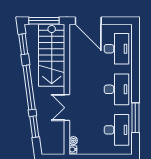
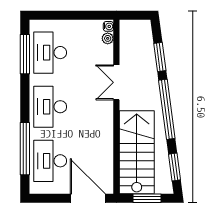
window: (44, 21) -> (147, 198), width x0.69
window: (135, 58) -> (25, 149), added
double door: (67, 108) -> (116, 82), swing flipped
window: (135, 118) -> (25, 54), moved

